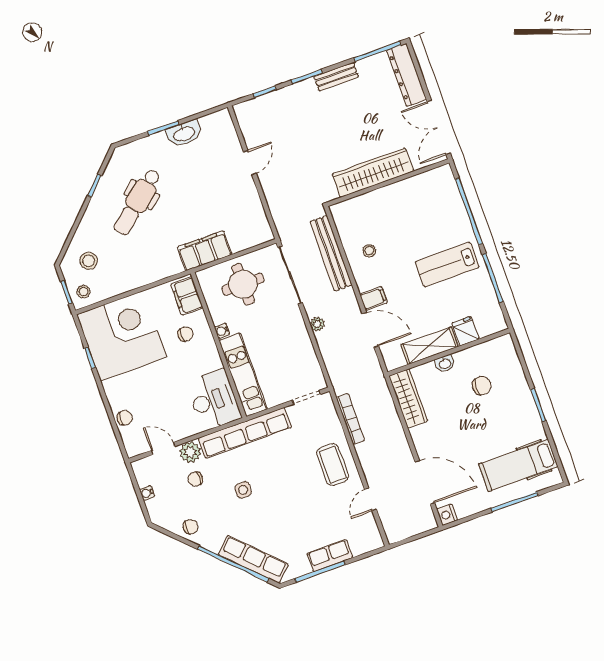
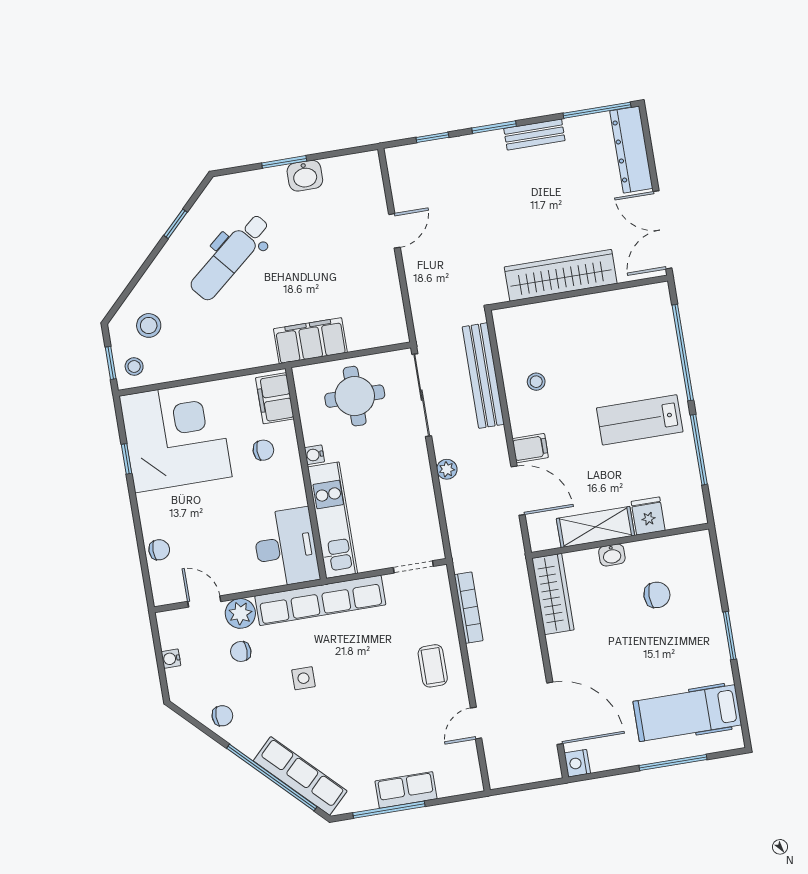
washbasin: (184, 134) -> (305, 176), width x0.72
coffee table: (333, 465) -> (433, 666), width x0.73, depth x0.77

